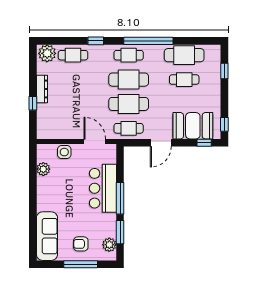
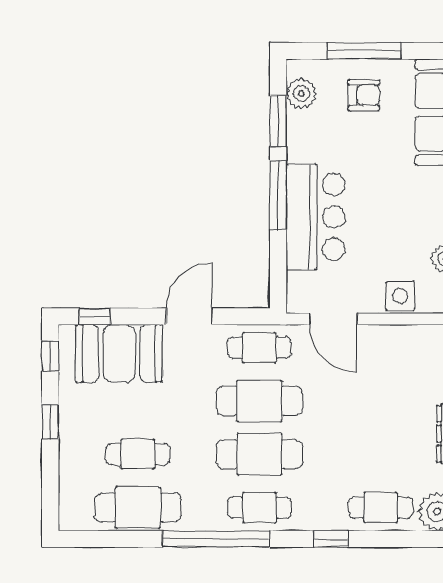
window: (224, 71) -> (50, 422), moved

